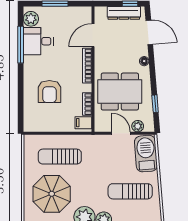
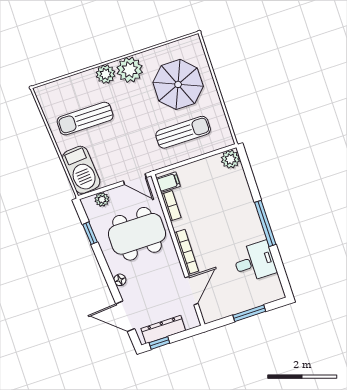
plant: (31, 19) -> (230, 159), moved
window: (21, 45) -> (265, 223), moved
armchair: (49, 92) -> (221, 206), removed
door: (121, 133) -> (135, 179), moved
sun lounger: (130, 191) -> (85, 119), turned 180

